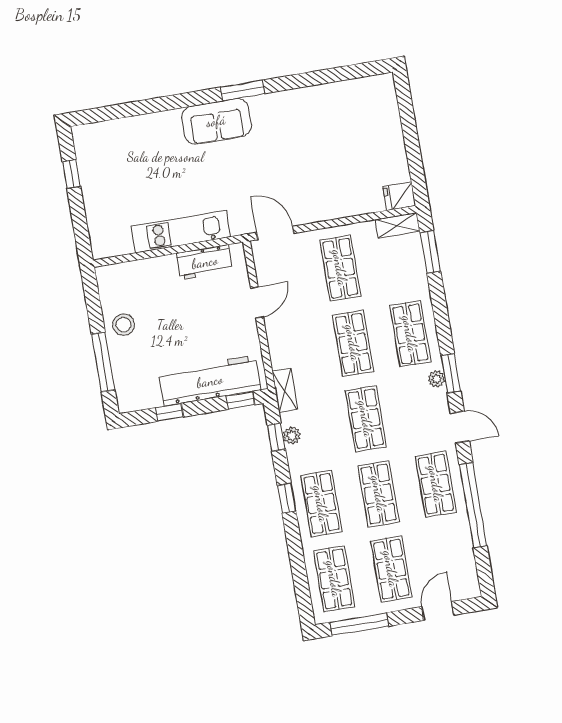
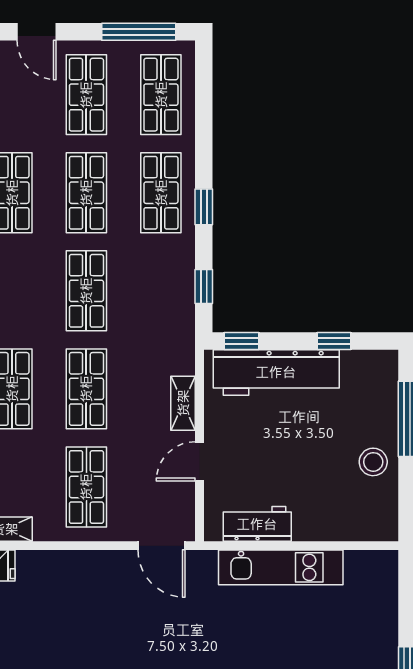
shelving: (285, 390) -> (183, 403), moved
plant: (292, 436) -> (184, 285), removed
door: (438, 611) -> (36, 32), hinge flipped

